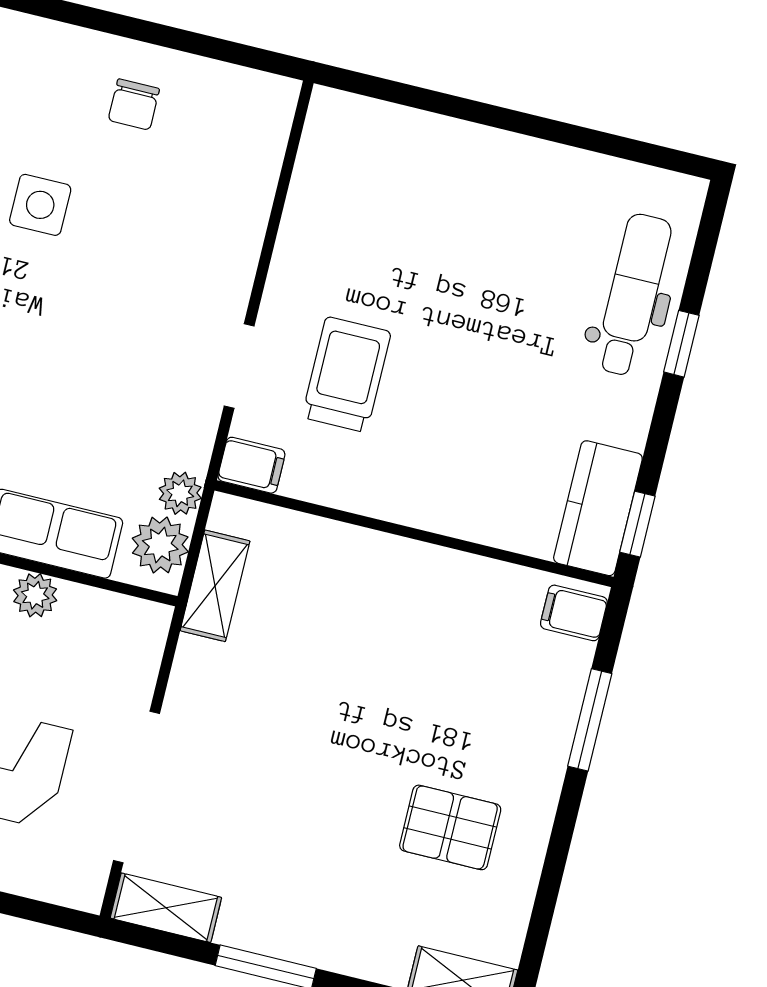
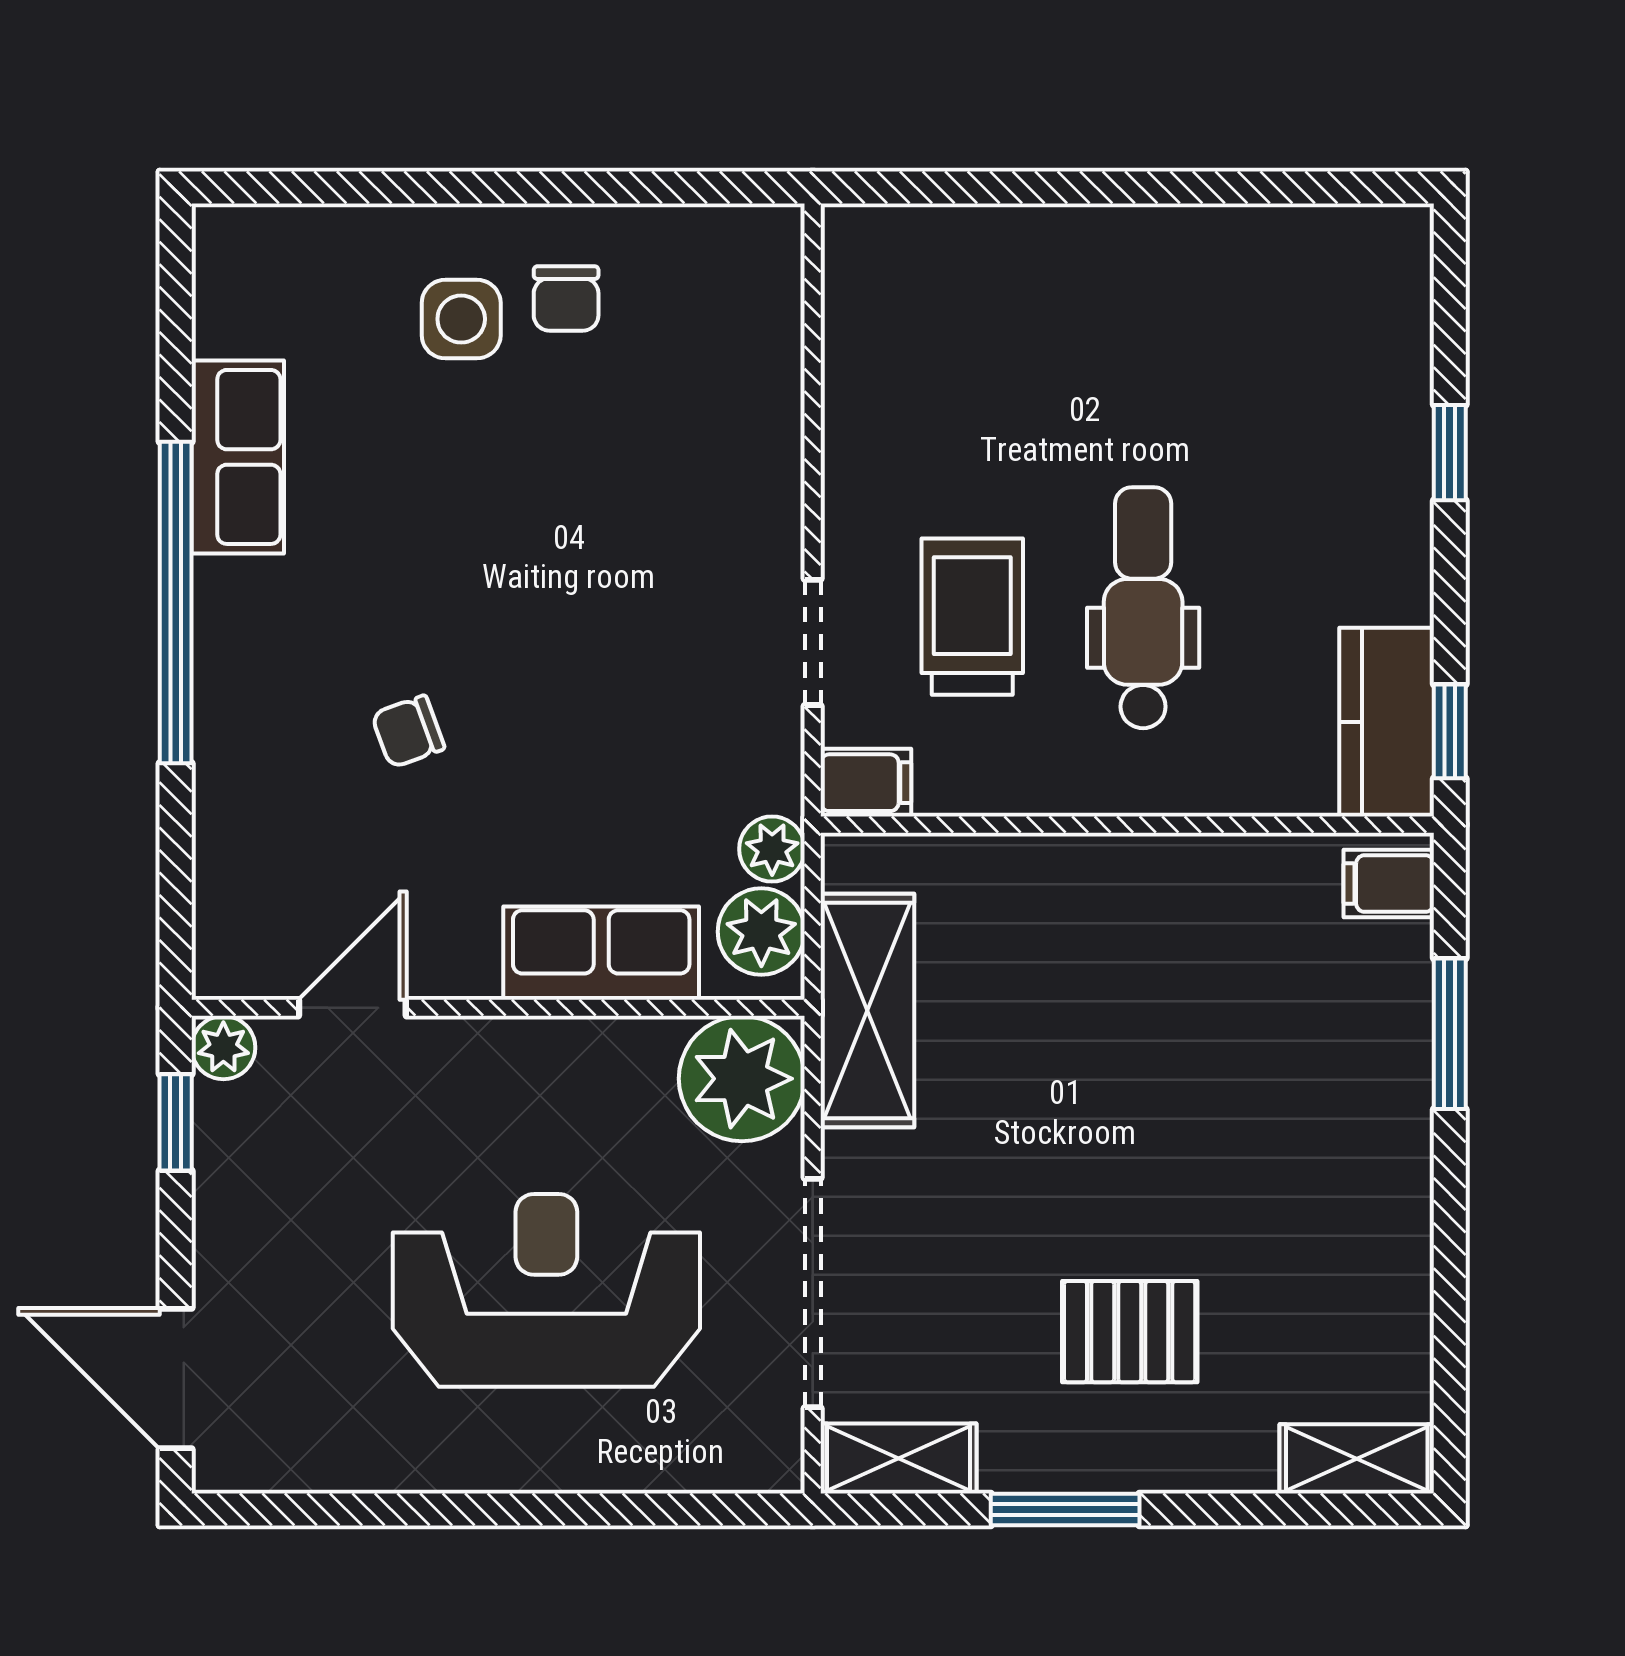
side table: (40, 205) -> (461, 319), moved
dental chair: (633, 295) -> (1143, 608), moved
shelving: (215, 586) -> (867, 1011), width x1.50, depth x1.33
plant: (35, 595) -> (742, 1079), moved, width x1.87, depth x1.87
pallet: (450, 827) -> (1130, 1332), moved

